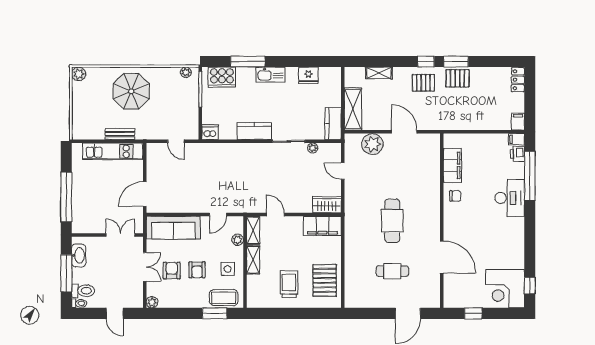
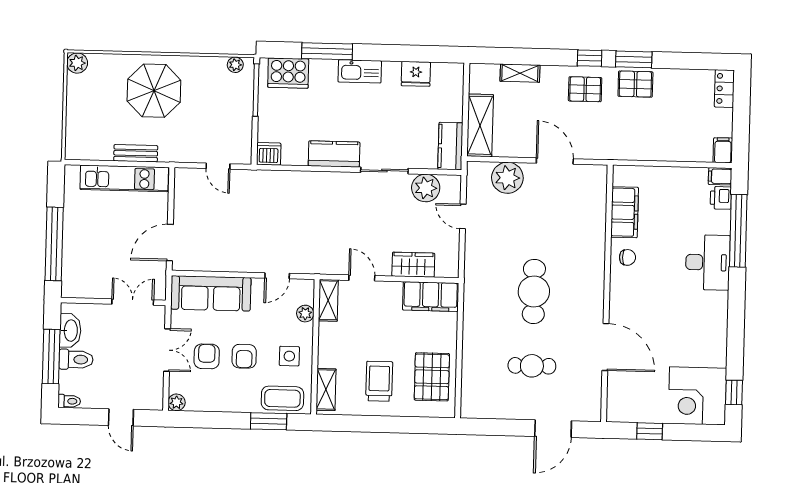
plant: (313, 148) -> (426, 188), width x1.88, depth x1.88
wardrobe: (327, 205) -> (413, 265), moved
shelving: (253, 260) -> (326, 390), moved
toilet: (83, 291) -> (76, 359), moved

